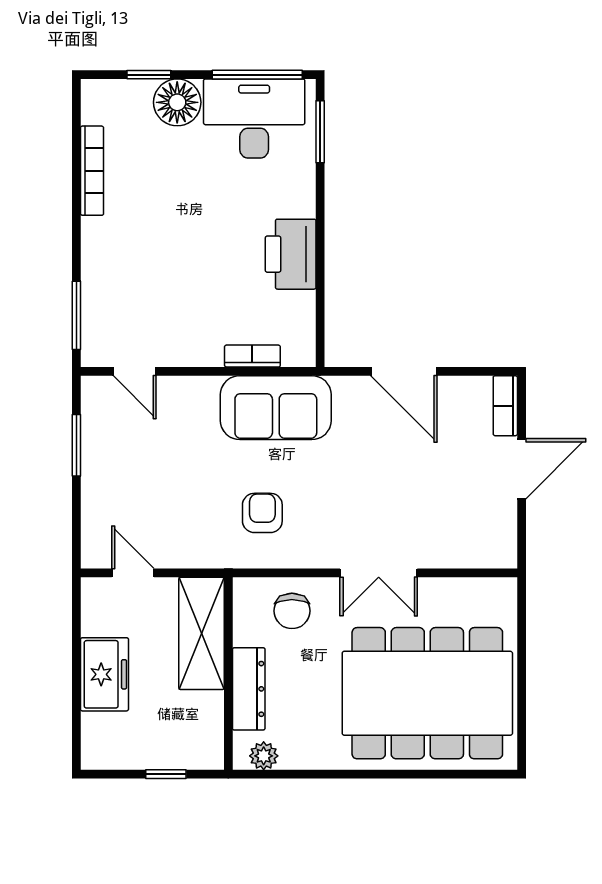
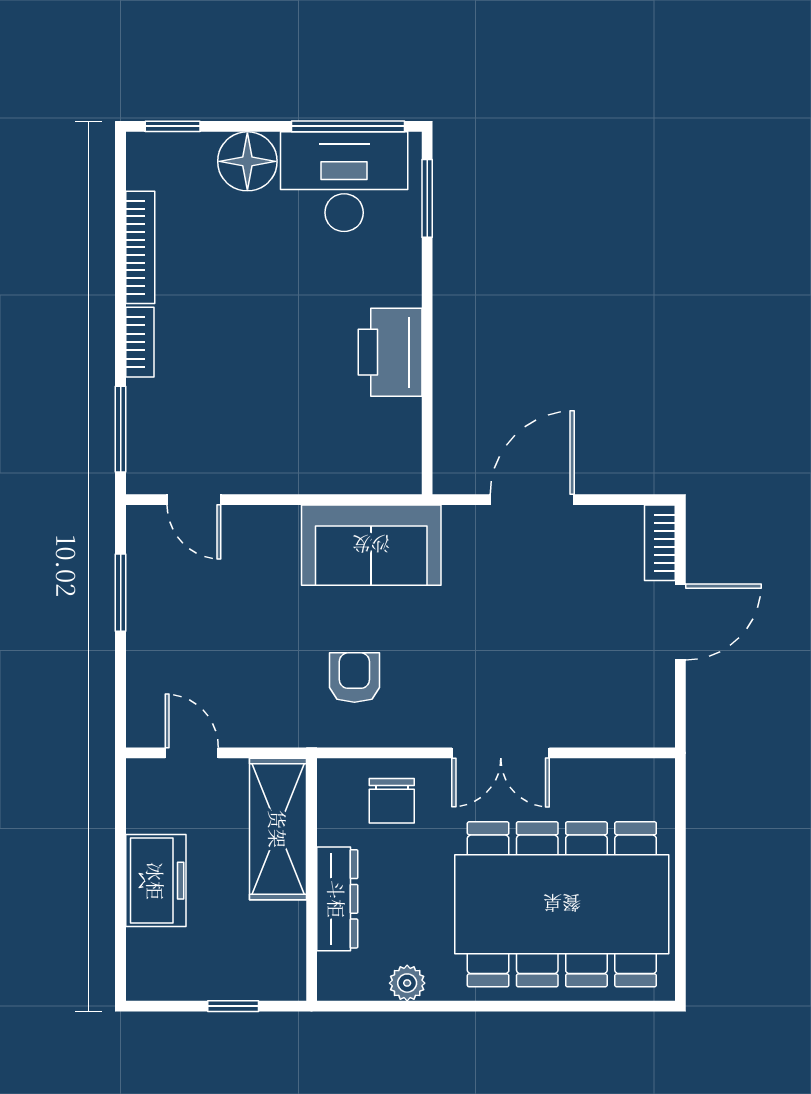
window: (149, 75) -> (173, 126), moved
bookcase: (252, 356) -> (140, 342), moved, turned 90
door: (404, 371) -> (532, 500), swing flipped
plant: (264, 756) -> (407, 983), moved

